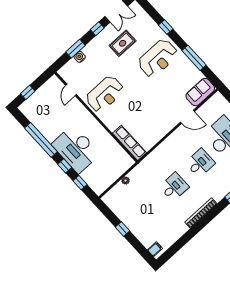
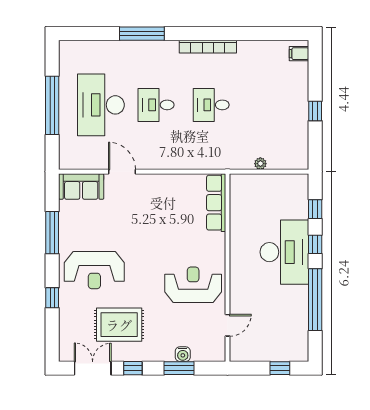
rug: (123, 43) -> (119, 325), width x1.36, depth x1.43
reception desk: (158, 58) -> (94, 270), turned 180

